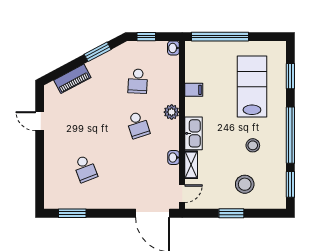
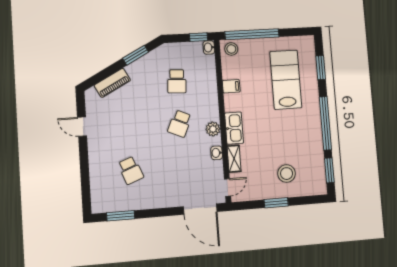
window: (146, 37) -> (199, 37), moved
plant: (172, 112) -> (213, 129), moved
school desk: (138, 125) -> (180, 124), turned 42
stool: (253, 145) -> (231, 49), moved

